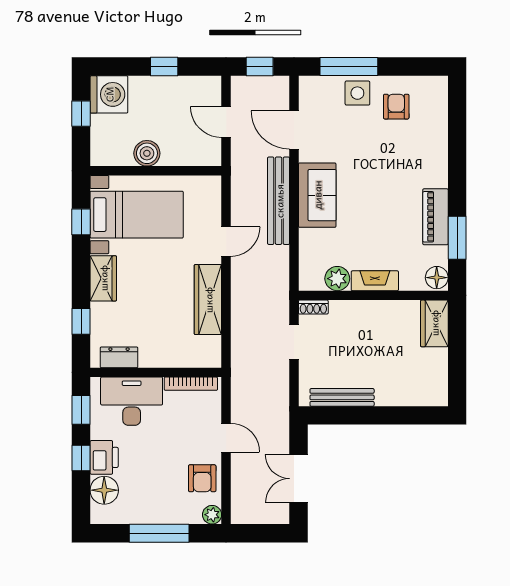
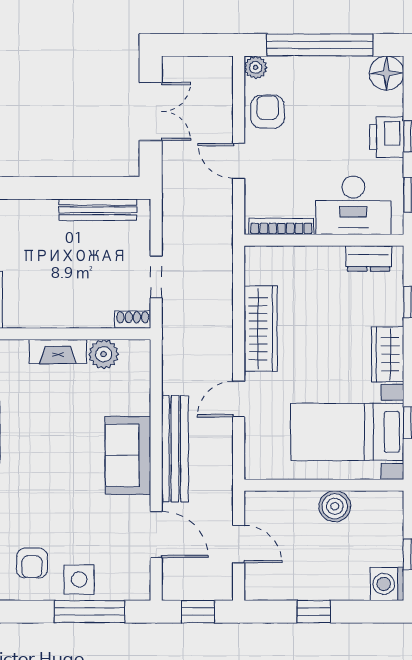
washing machine: (109, 94) -> (387, 584), width x0.73, depth x0.73
floor lamp: (104, 490) -> (387, 73), moved
window: (159, 533) -> (320, 45), width x1.46

